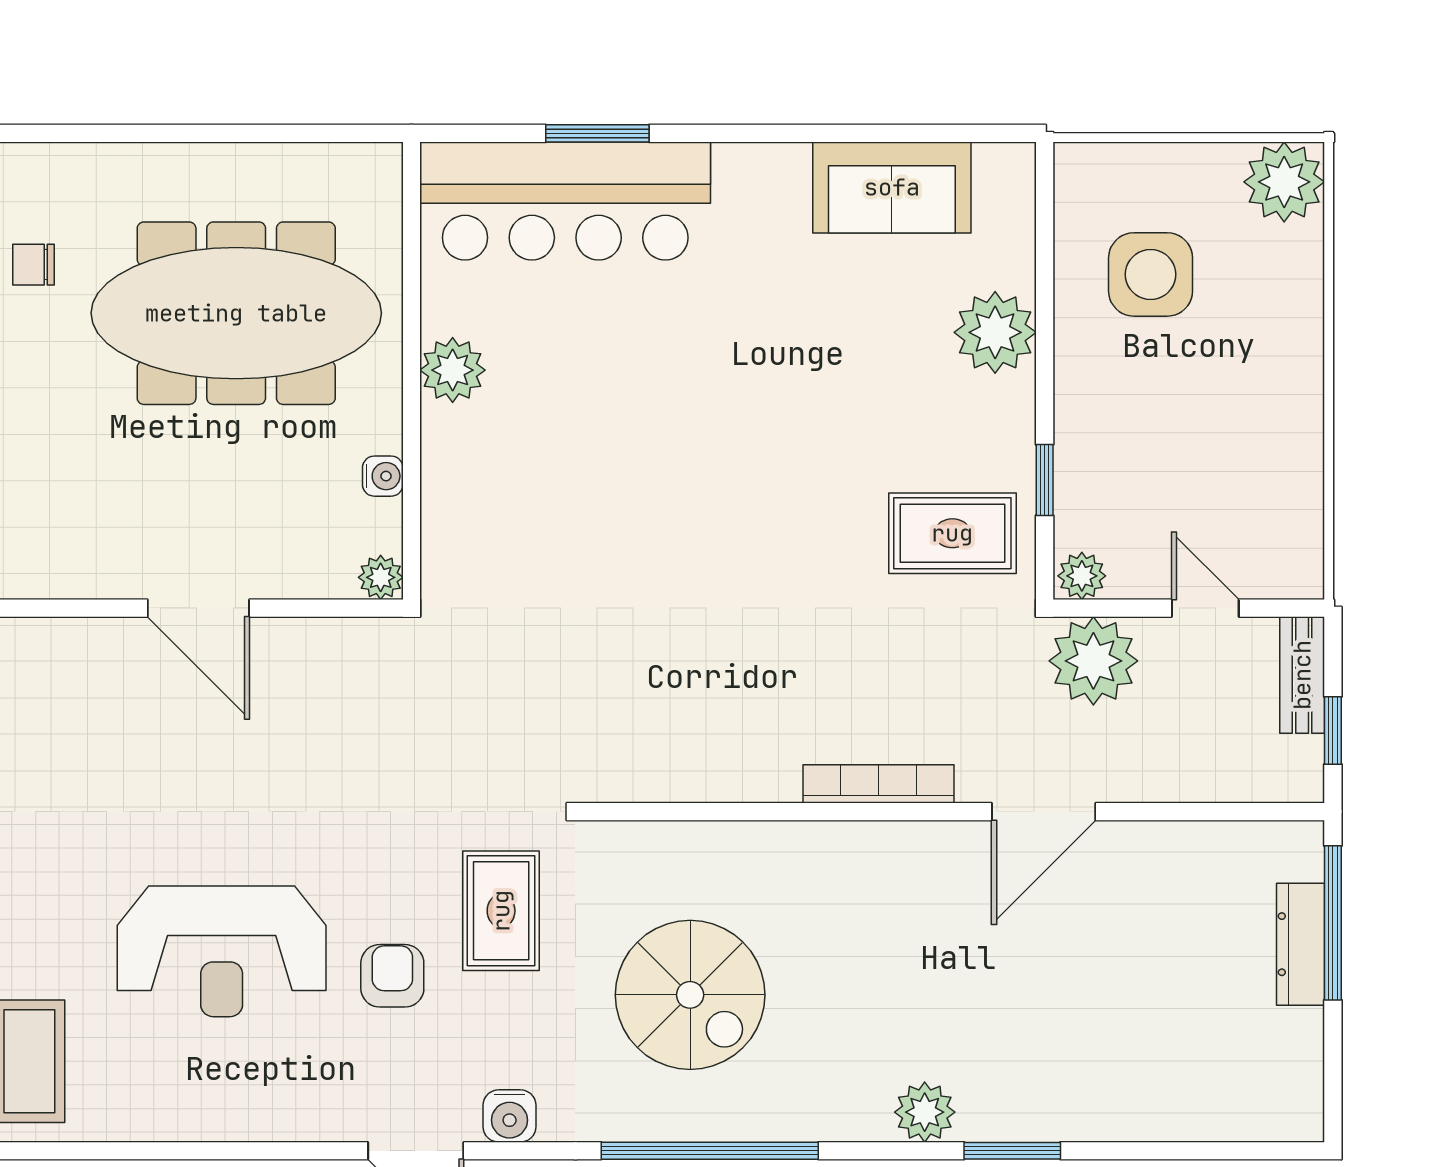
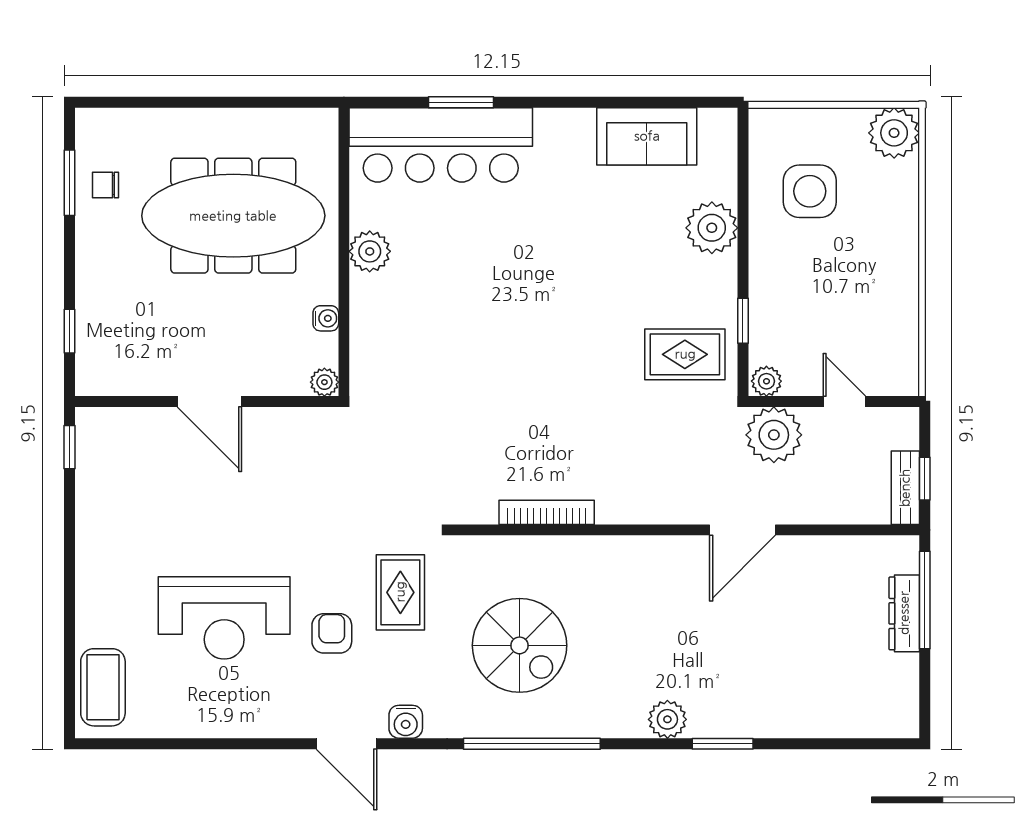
bench: (1302, 675) -> (905, 488), moved
bookcase: (878, 784) -> (547, 512), moved

